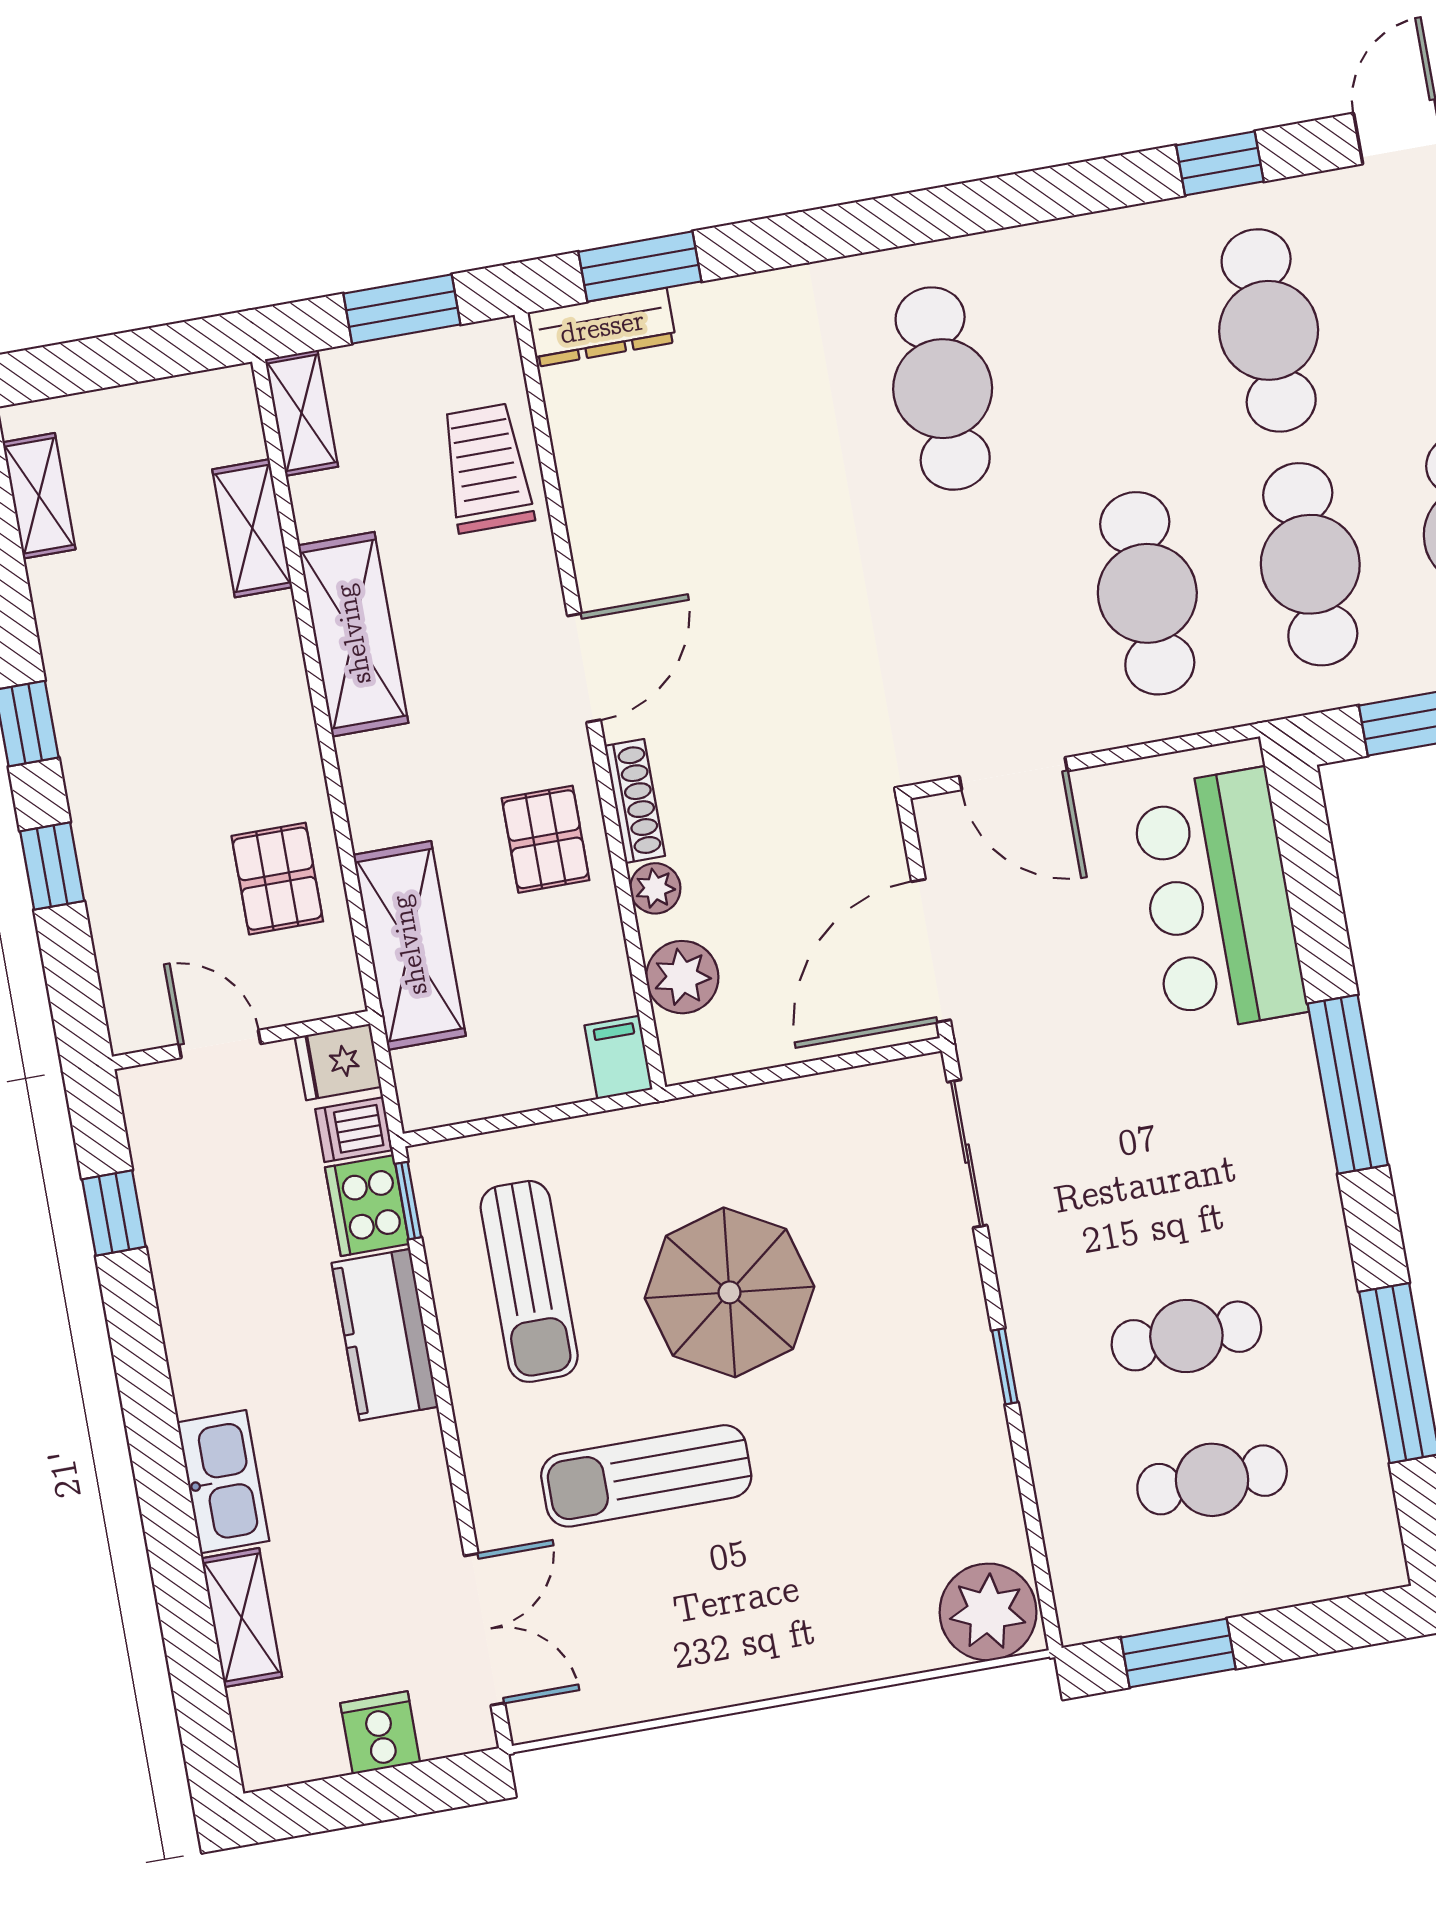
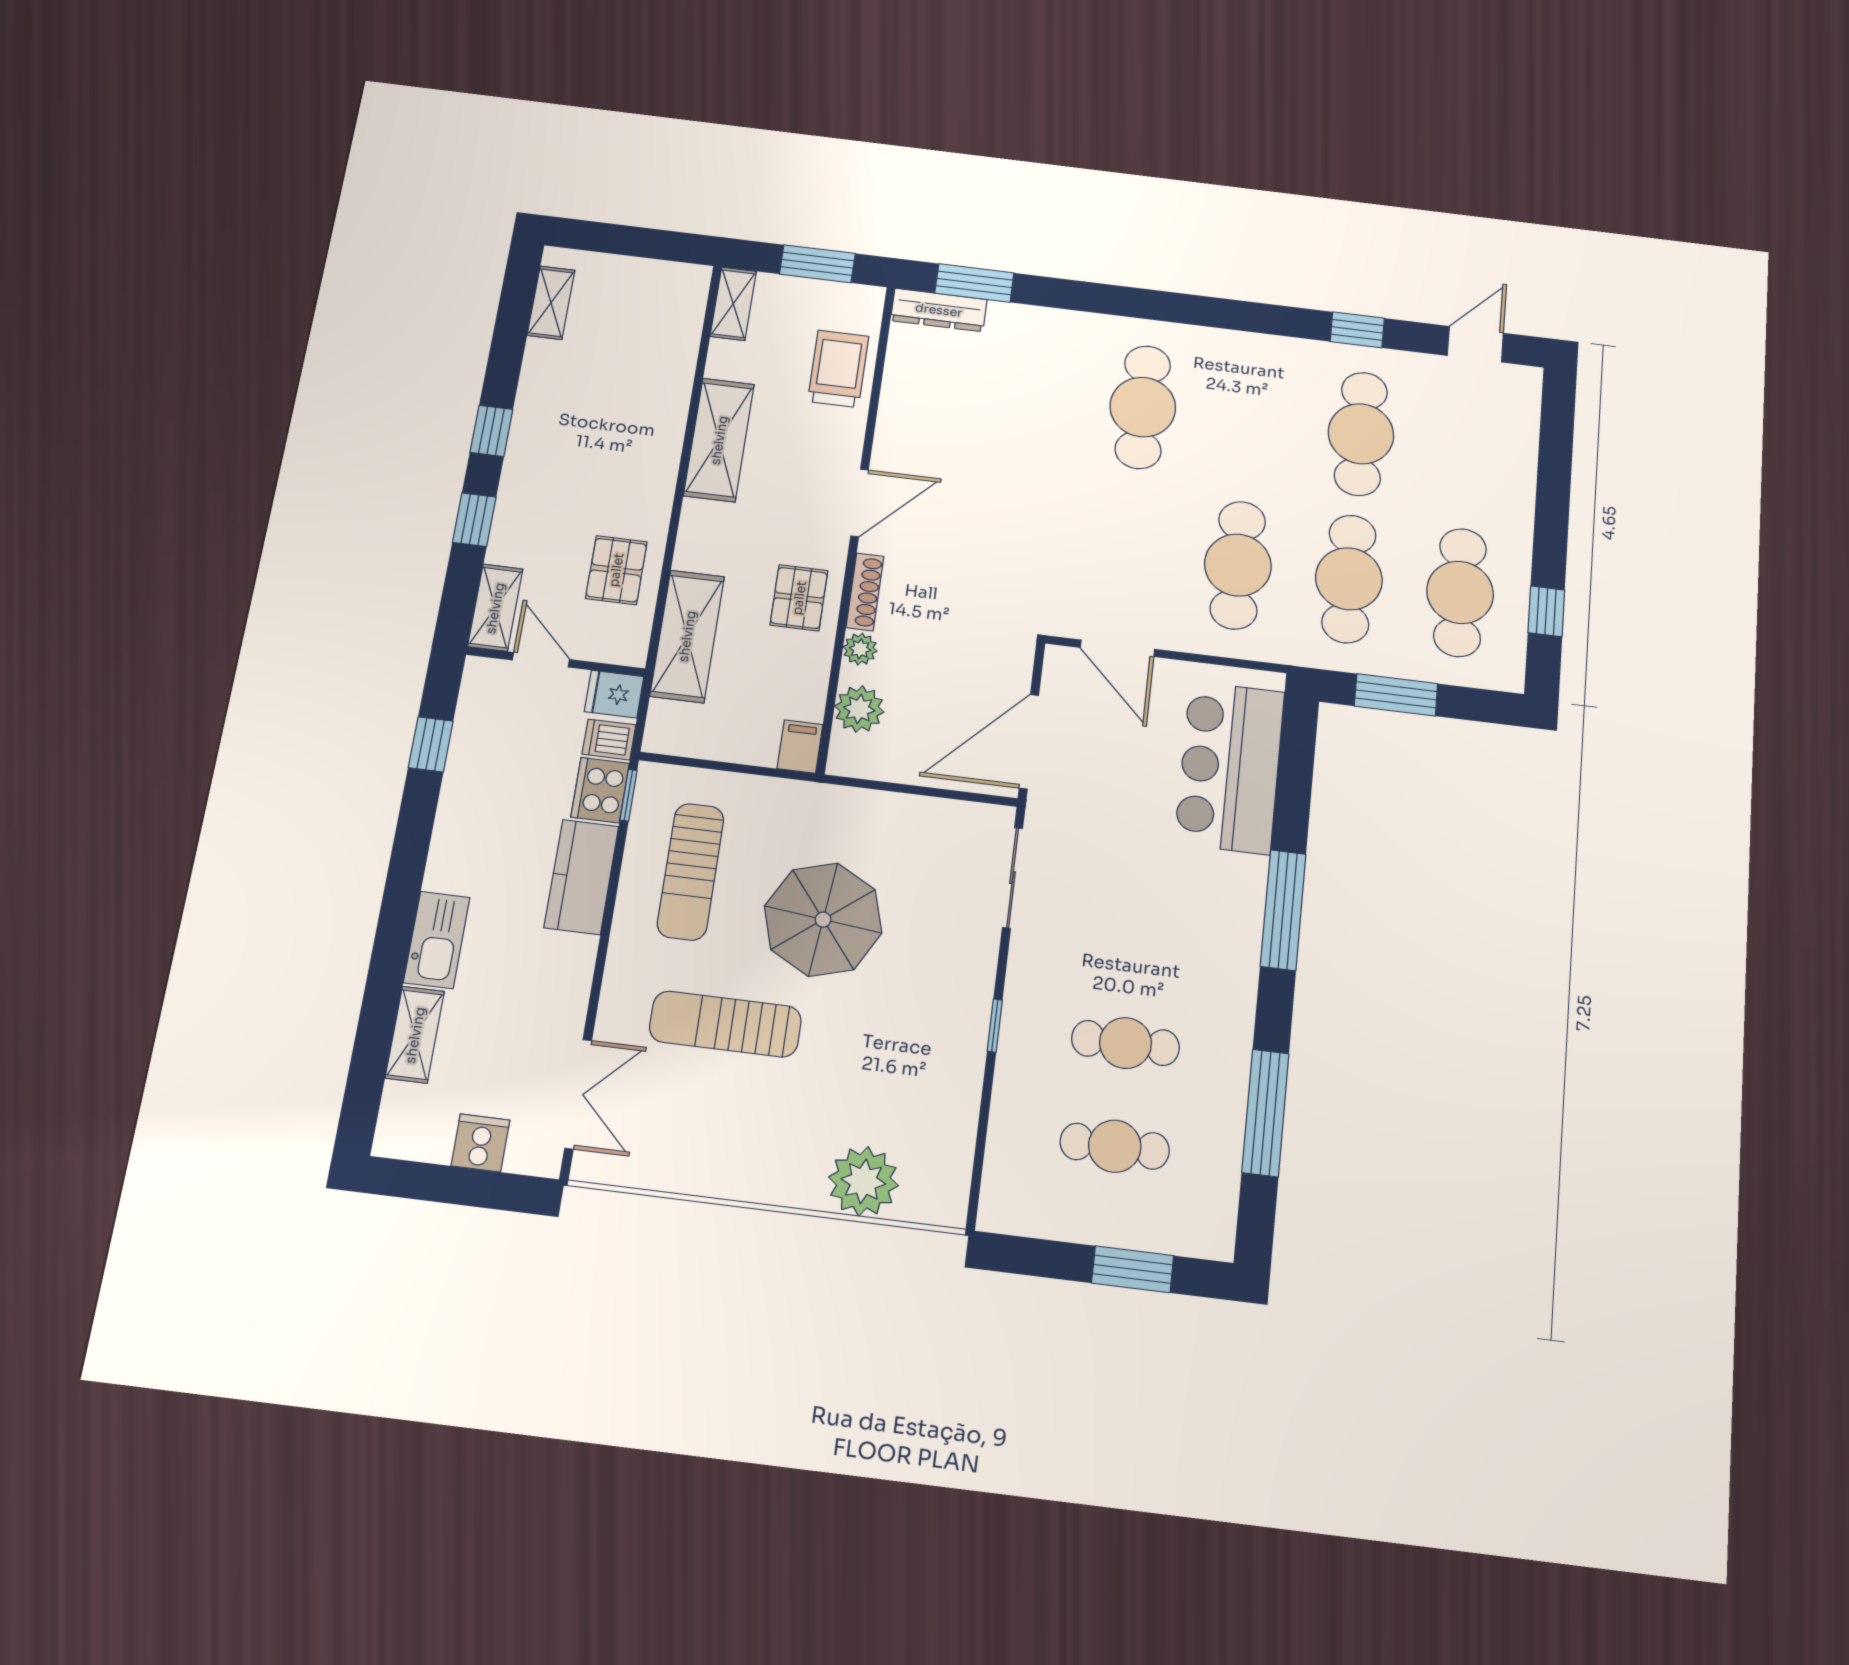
shelving: (252, 528) -> (495, 608), moved
plant: (988, 1612) -> (863, 1181), moved
window: (1178, 1653) -> (1133, 1269), moved

